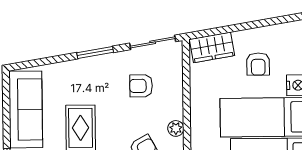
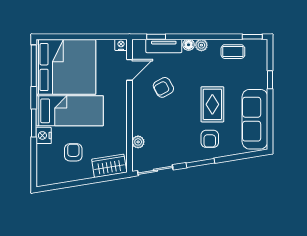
armchair: (141, 86) -> (210, 139), moved, turned 90
plant: (176, 128) -> (138, 142), moved

